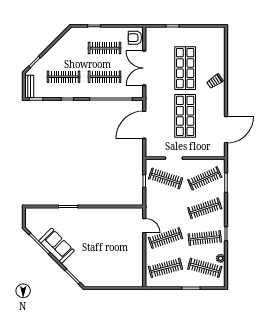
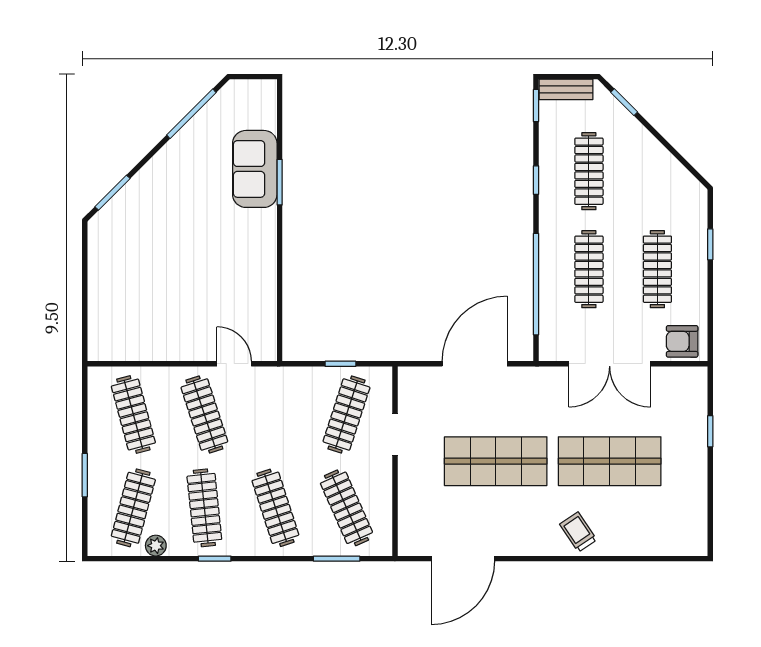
armchair: (135, 38) -> (682, 341), turned -90
double door: (144, 68) -> (610, 364), swing flipped
door: (144, 125) -> (475, 364), hinge flipped
door: (226, 130) -> (463, 559), hinge flipped
door: (144, 226) -> (234, 364), swing flipped
sofa: (56, 246) -> (255, 169), moved, turned 135

